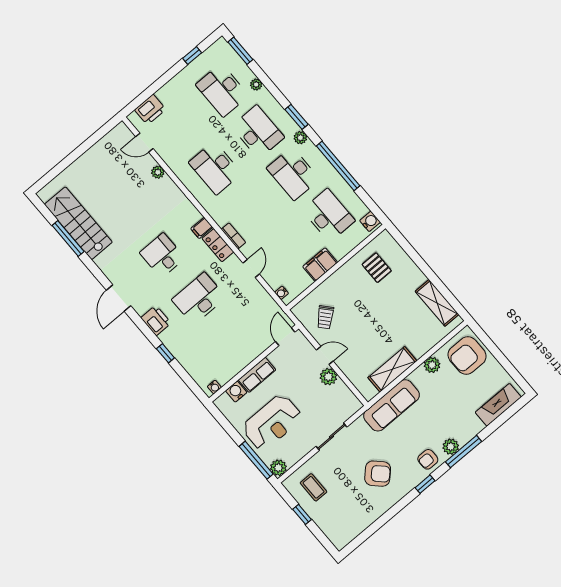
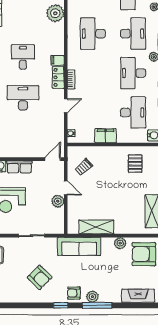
plant: (158, 172) -> (55, 13), width x1.88, depth x1.88

